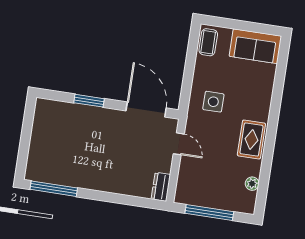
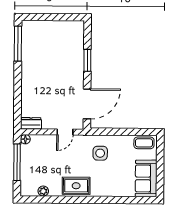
floor lamp: (181, 197) -> (25, 139), added

